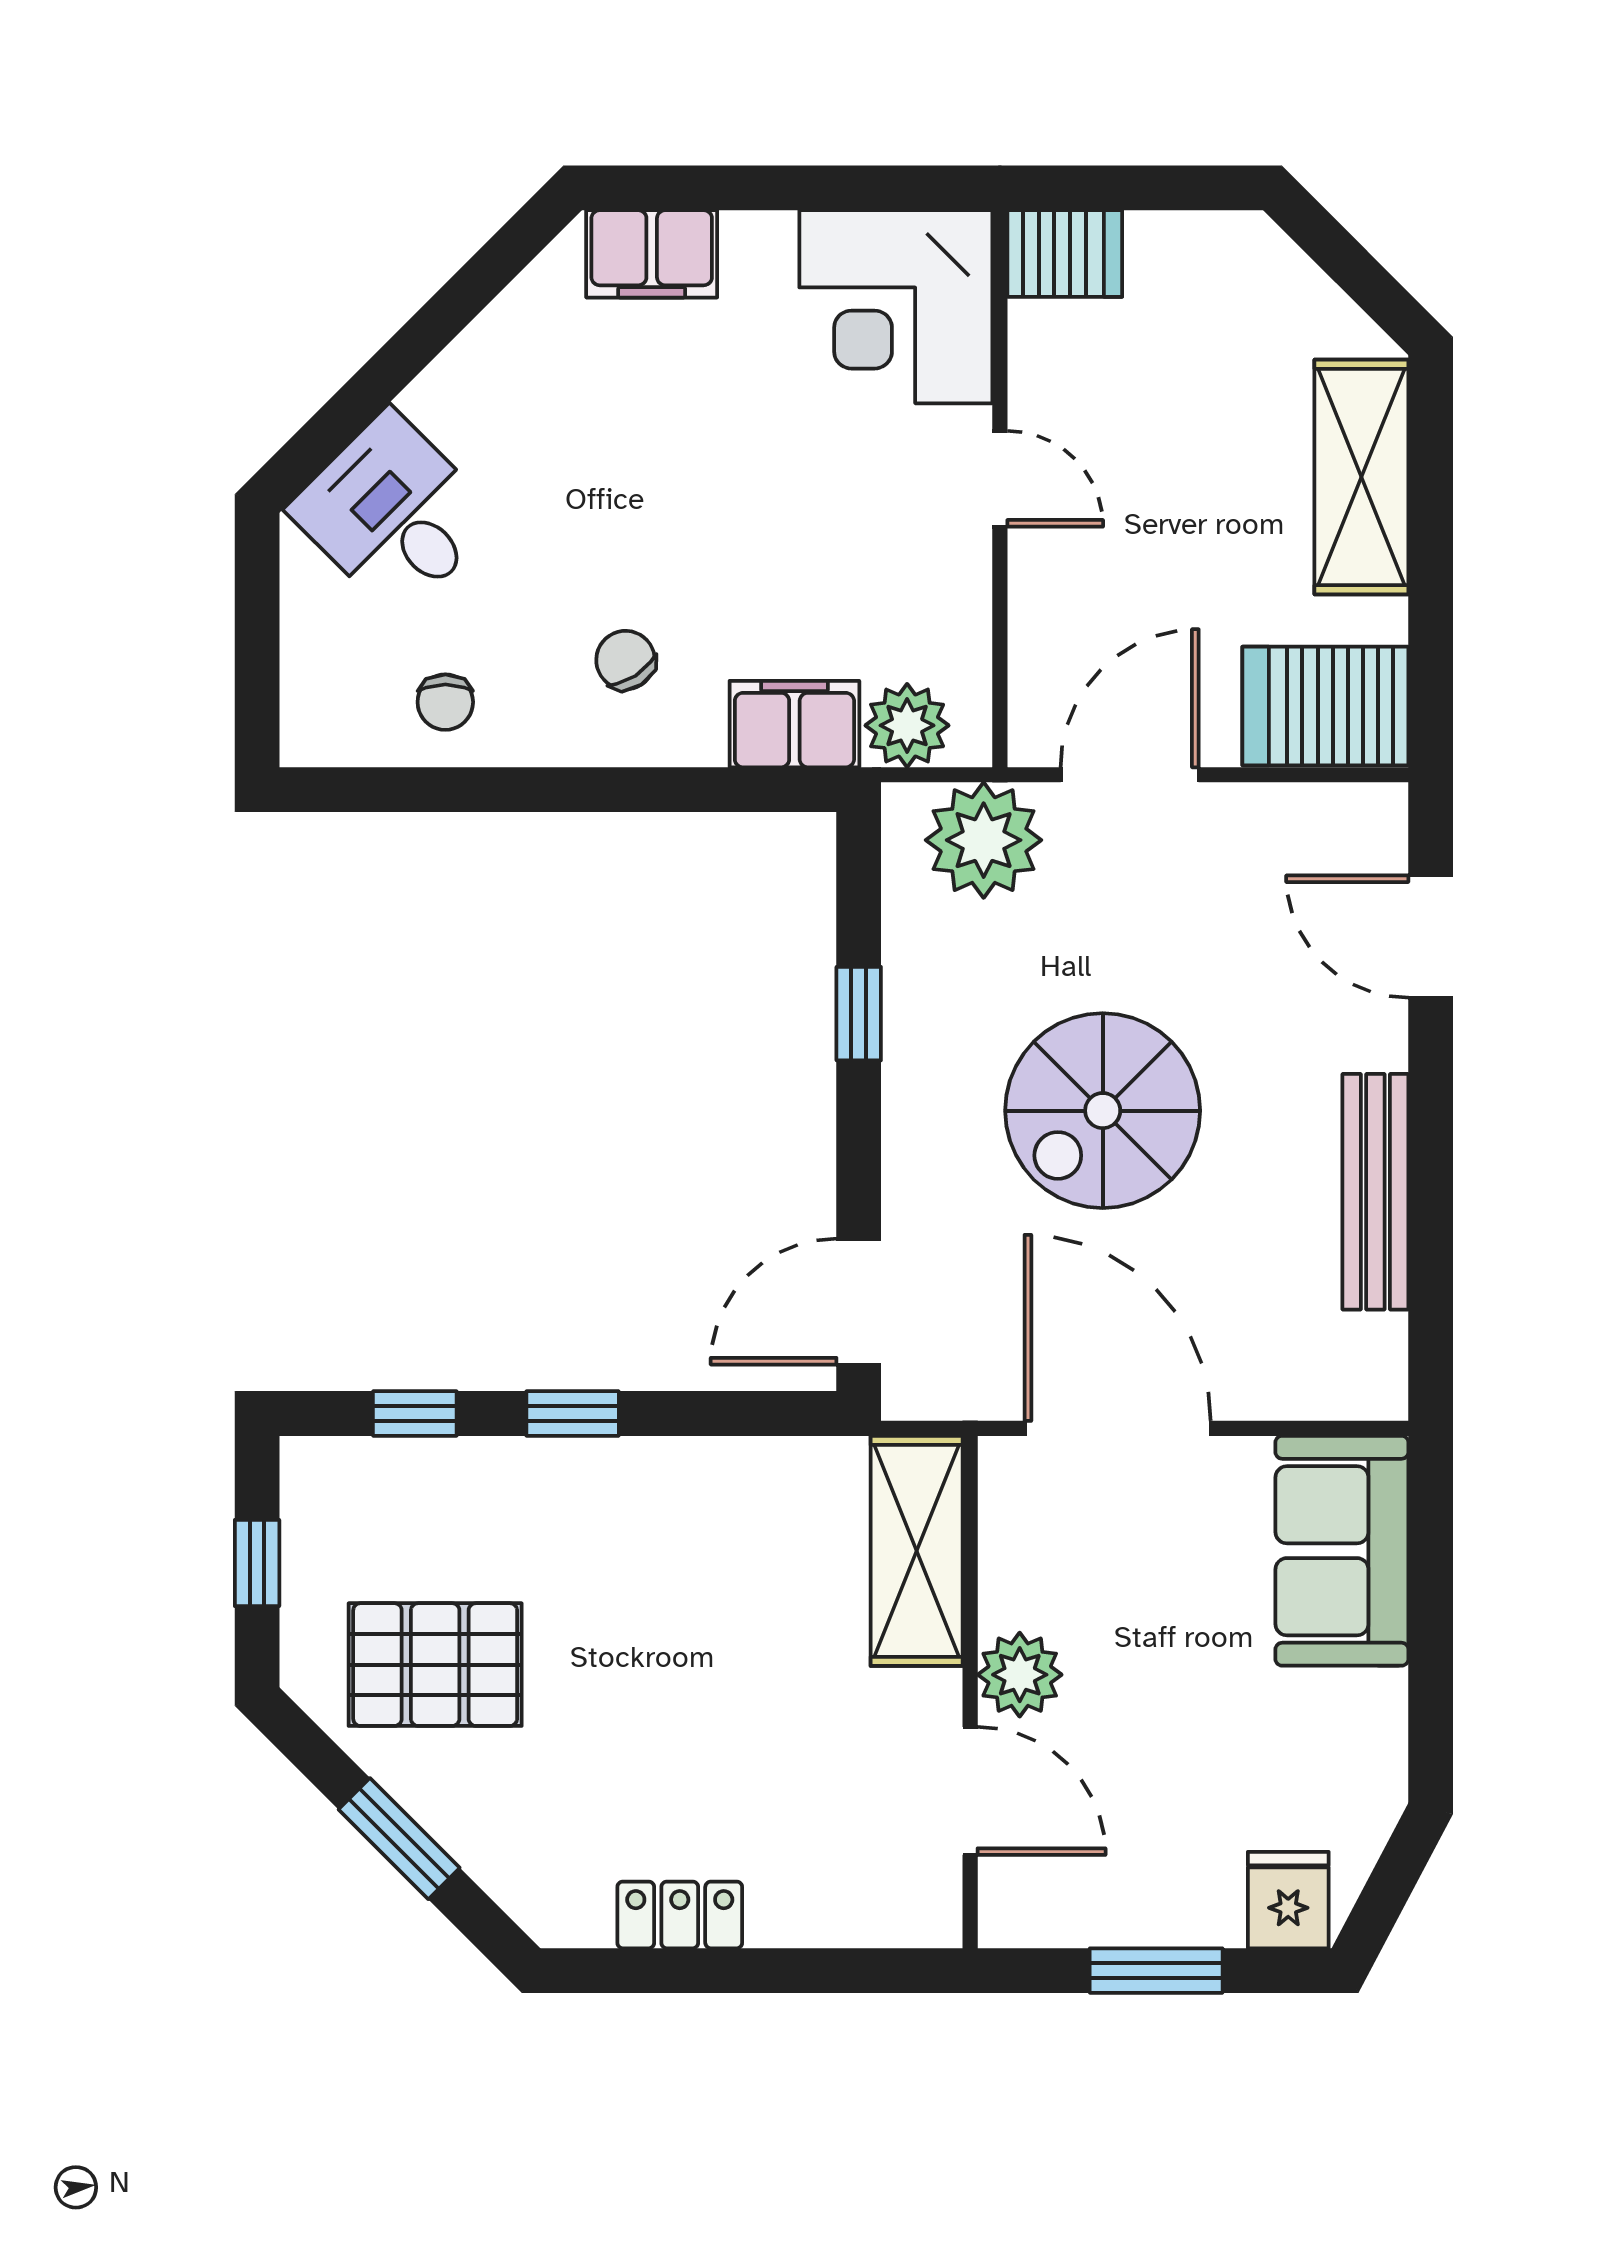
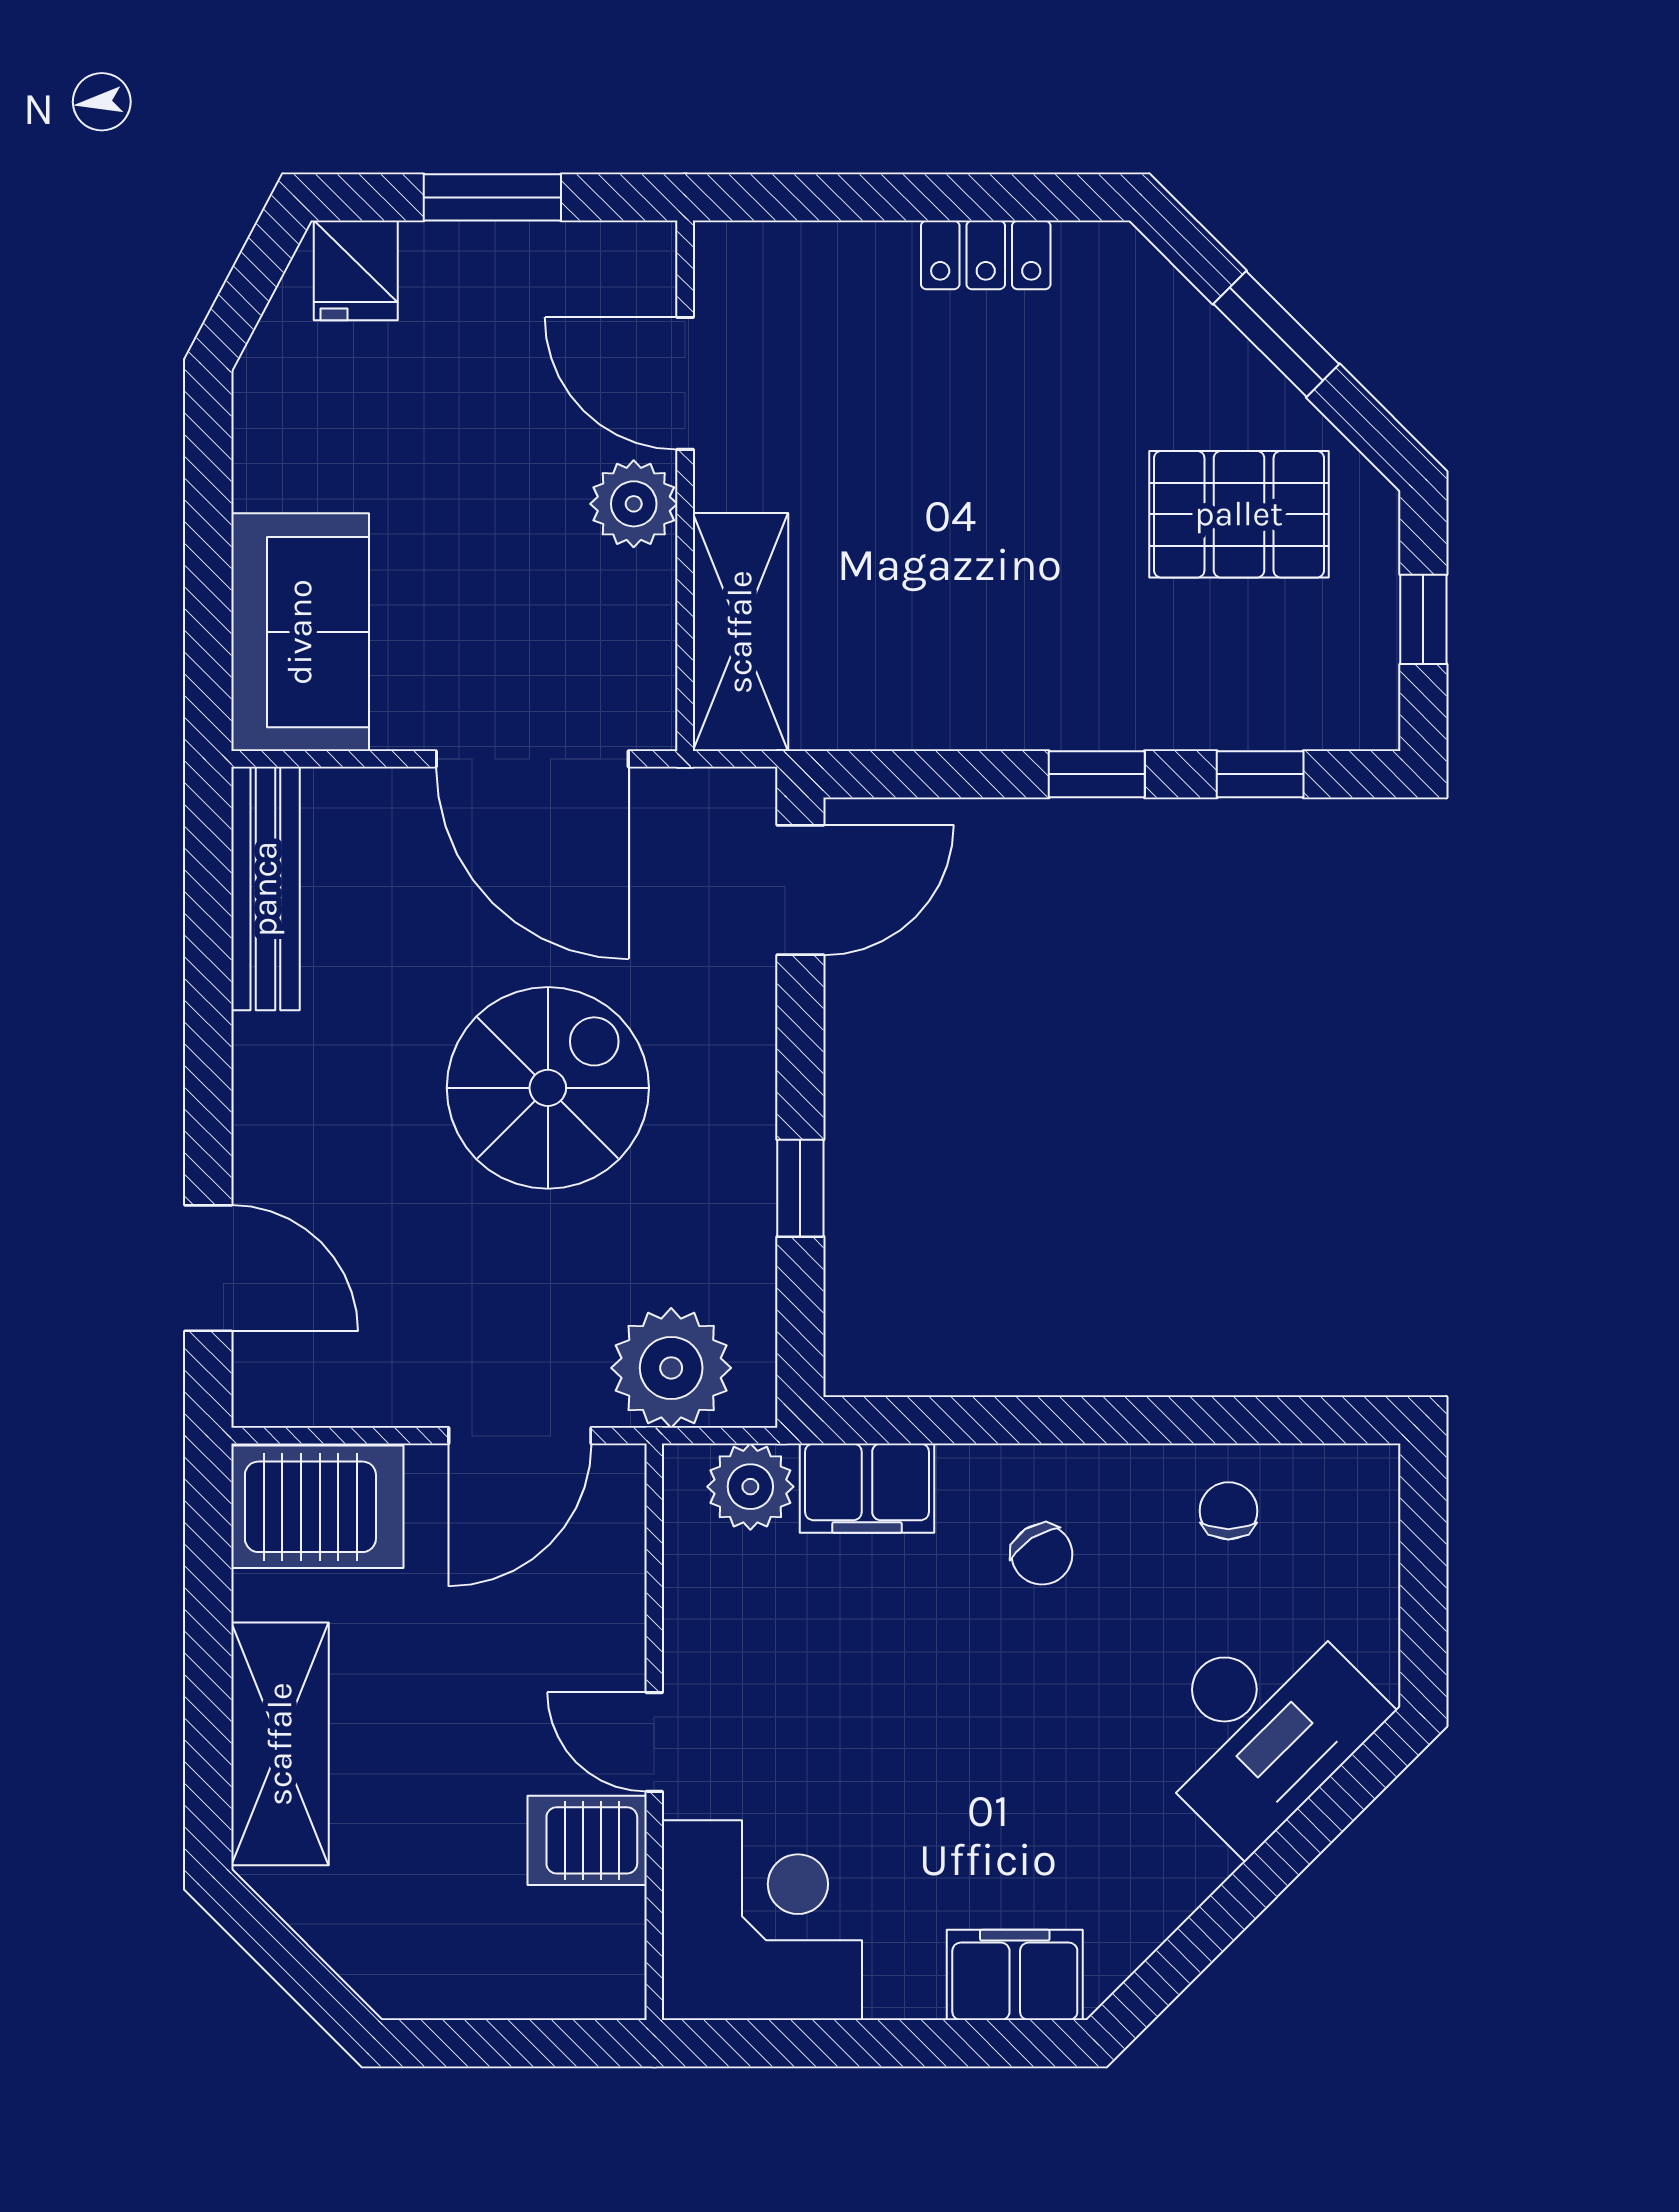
server rack: (1065, 254) -> (587, 1840), moved
desk: (394, 514) -> (1261, 1726), width x1.37
bench: (1375, 1192) -> (265, 889), moved

